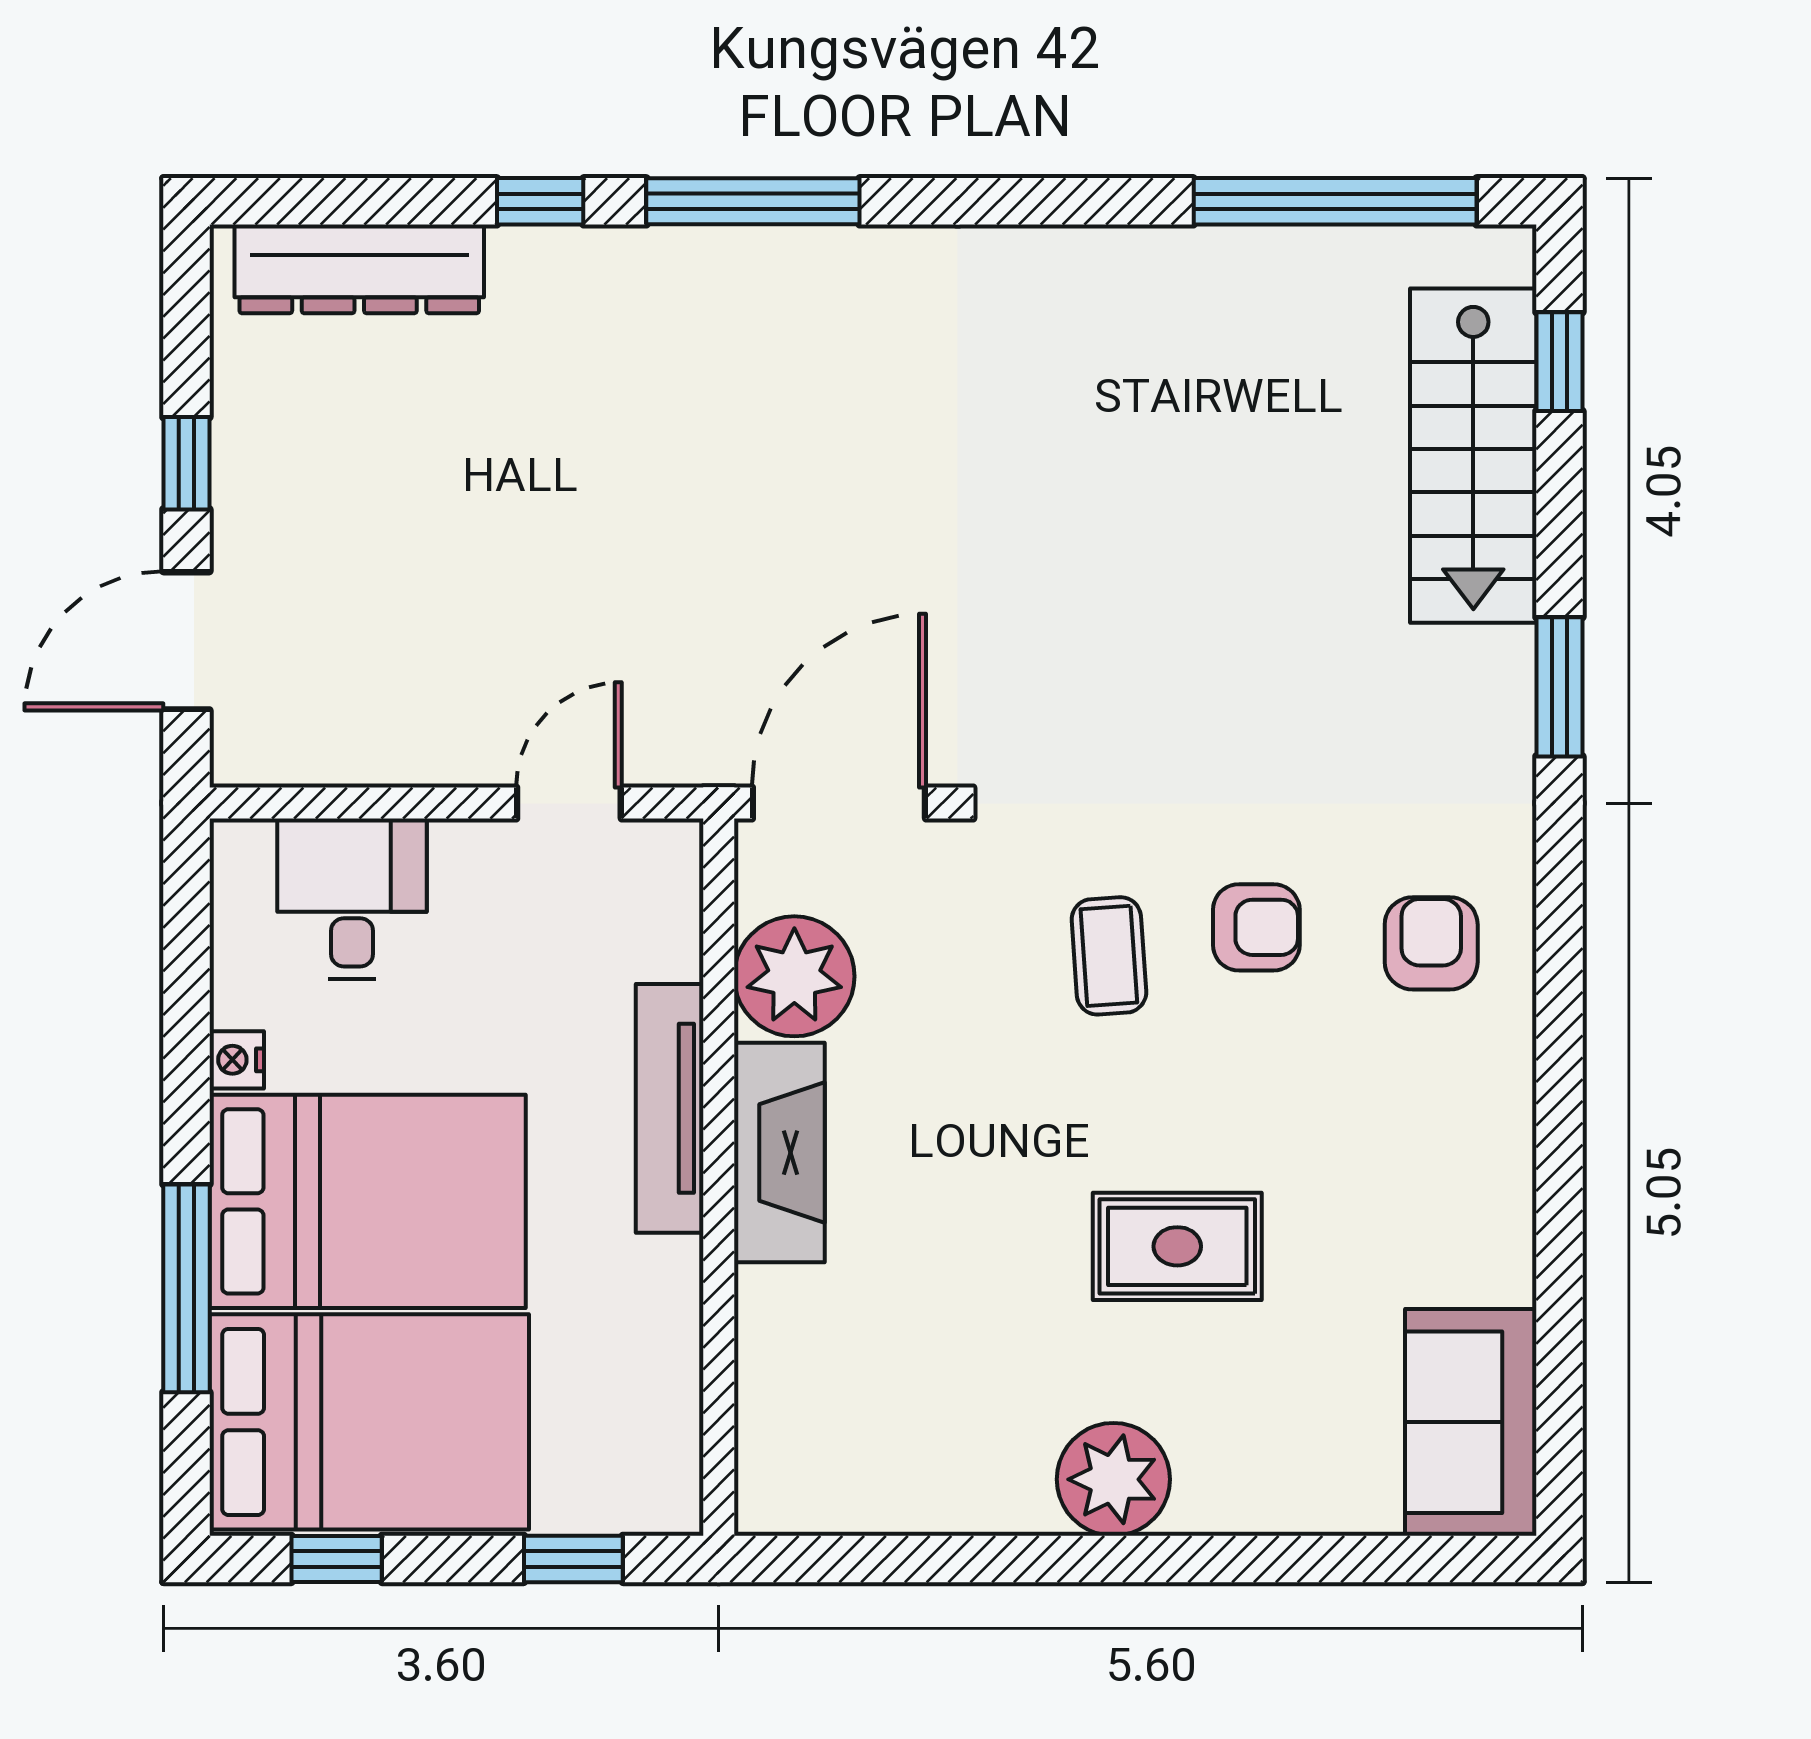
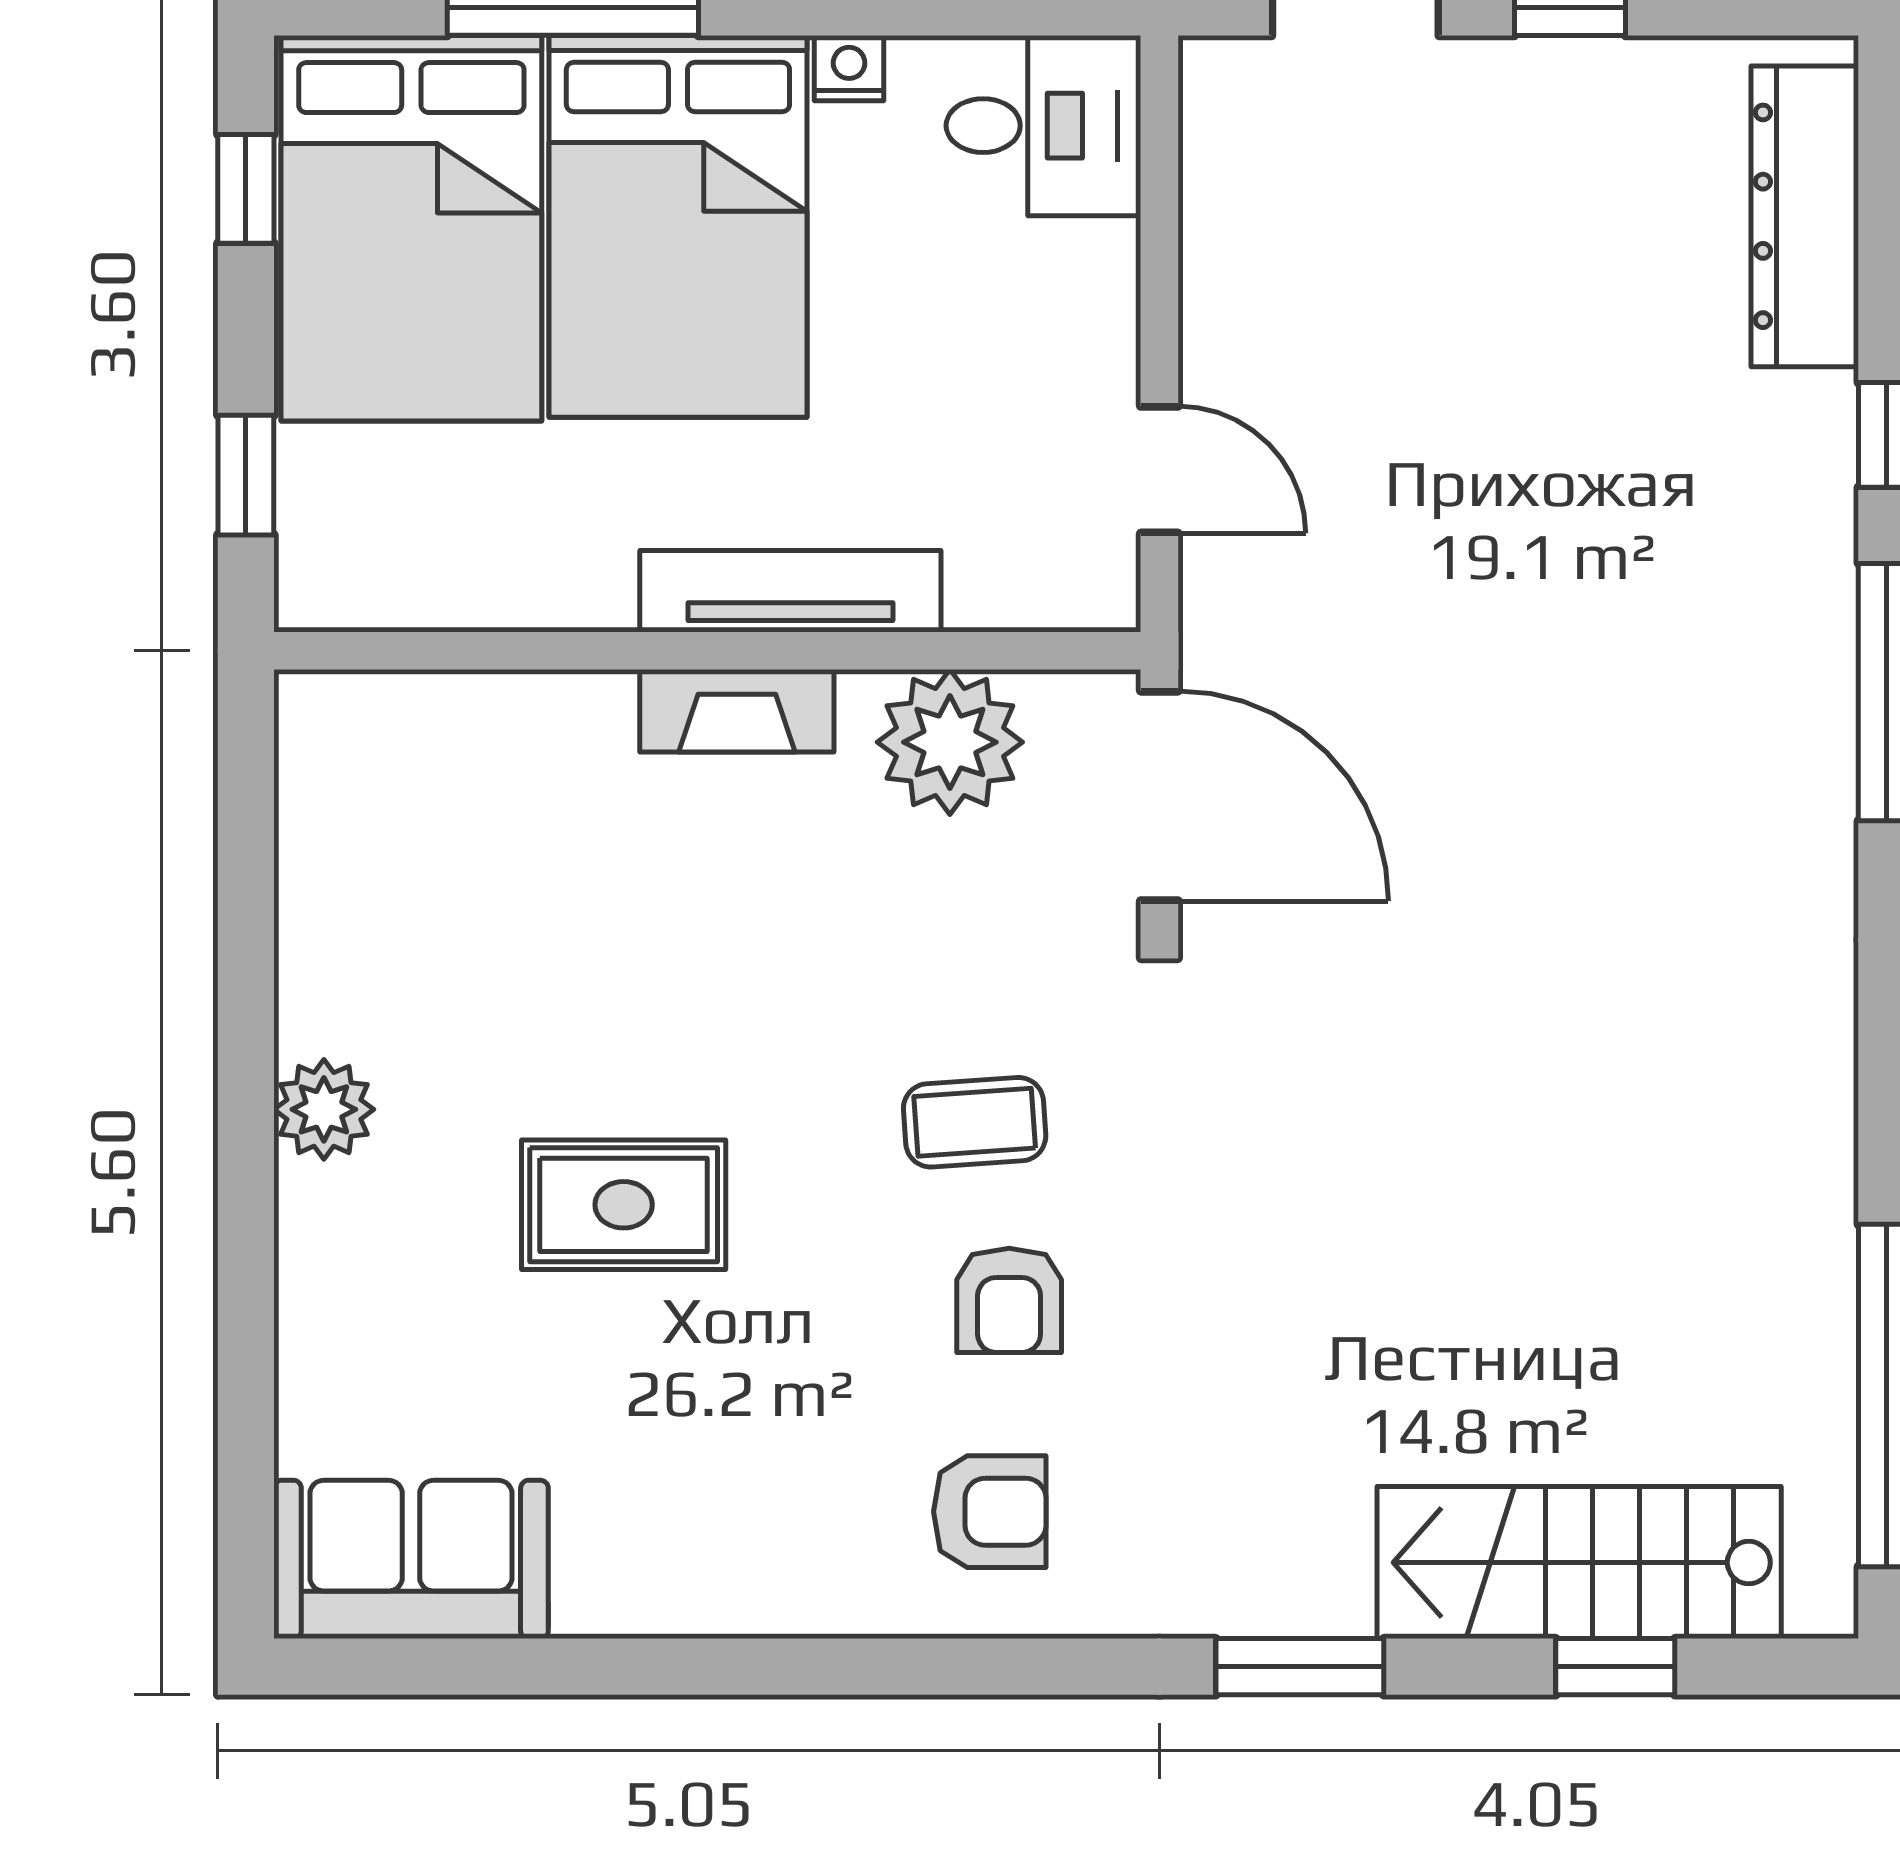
window: (1559, 362) -> (1615, 1667), moved
desk: (352, 899) -> (1043, 126), moved
fireplace: (779, 1153) -> (737, 711), width x0.73, depth x0.76
rug: (1177, 1246) -> (624, 1205), turned 90
plant: (1113, 1479) -> (324, 1109), width x0.73, depth x0.73

